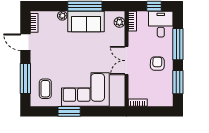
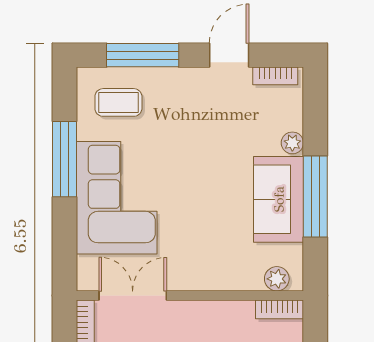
double door: (126, 61) -> (133, 295), moved
window: (69, 111) -> (64, 159), width x1.44

